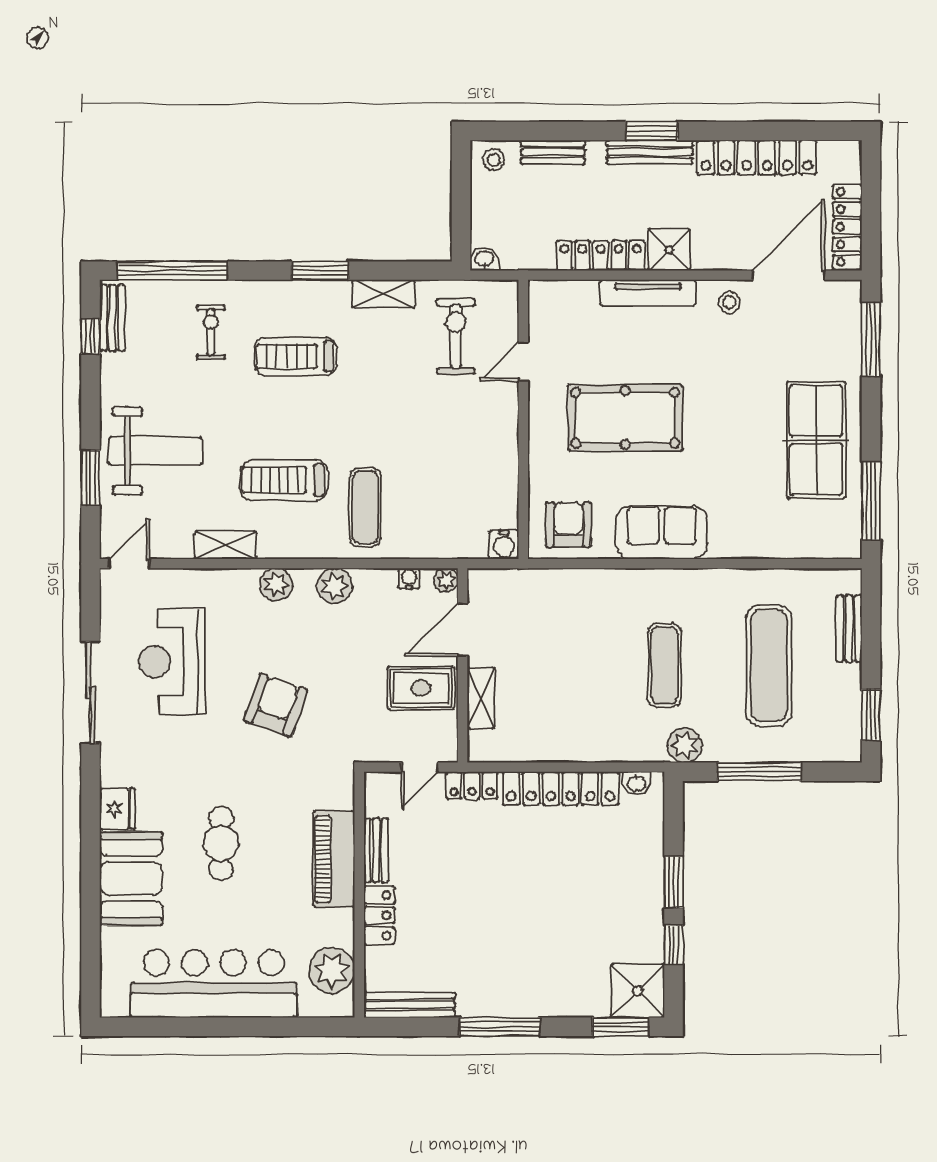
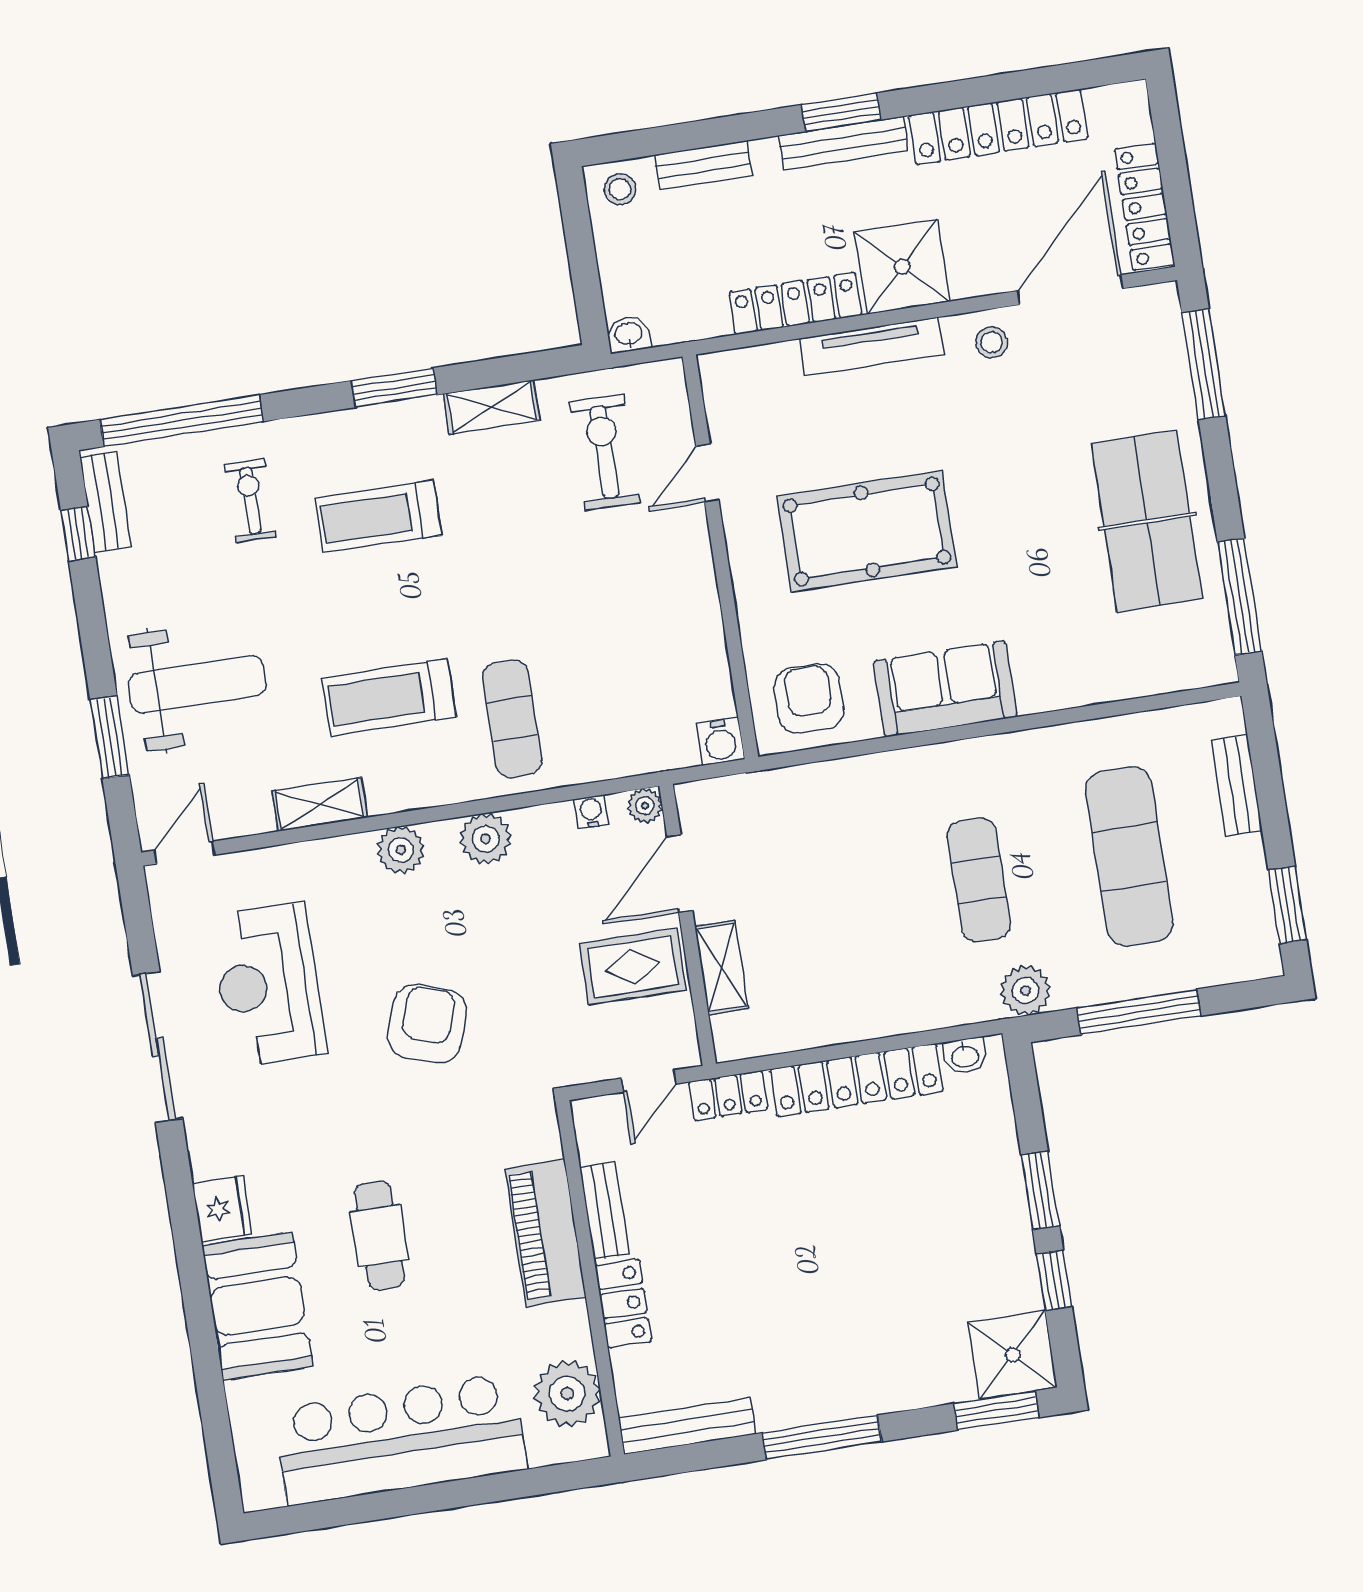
shower: (669, 250) -> (902, 267), width x1.36, depth x1.36

